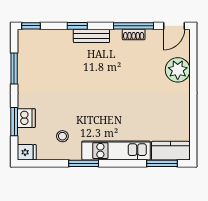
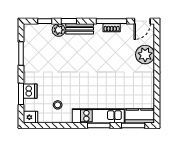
window: (31, 26) -> (45, 21), moved
plant: (64, 37) -> (59, 30), added
window: (84, 163) -> (99, 126), moved

